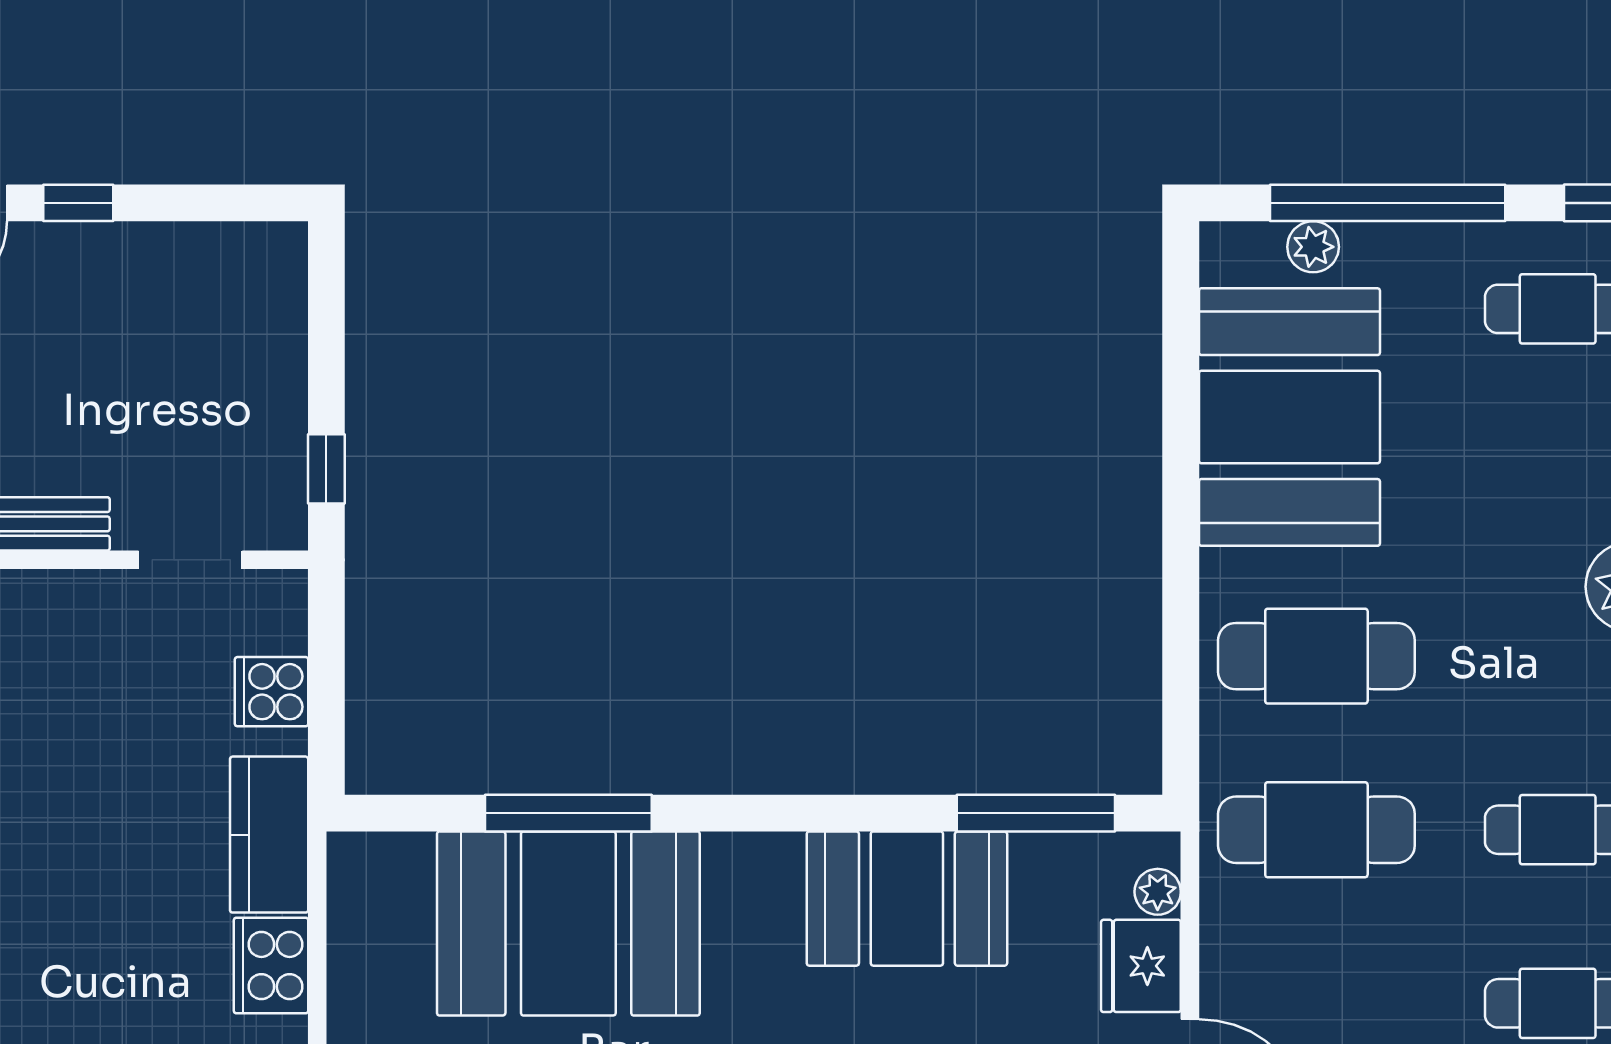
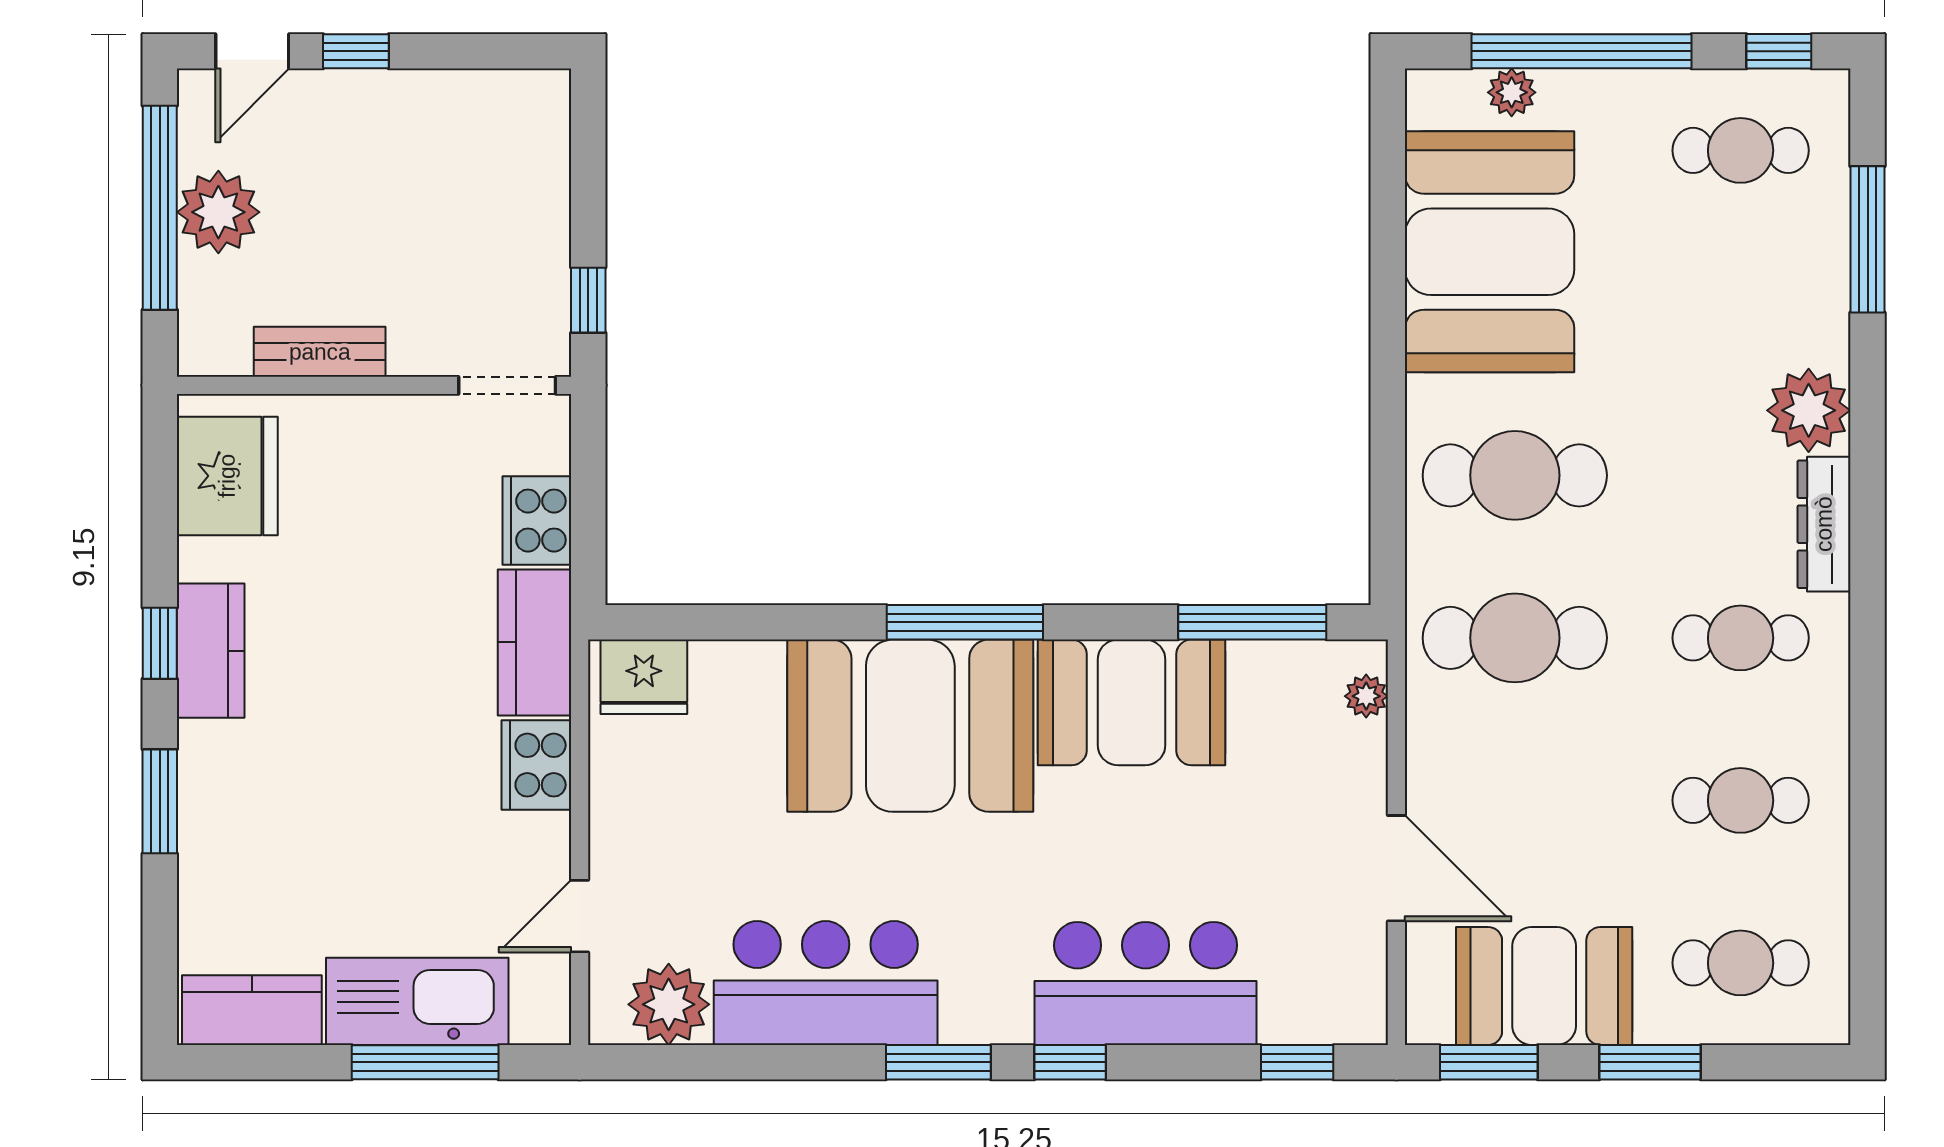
doorway: (190, 560) -> (507, 385), moved
cooker: (272, 692) -> (537, 521), width x1.36
window: (568, 813) -> (965, 622), moved
booth: (568, 924) -> (910, 726), moved
fridge: (1141, 966) -> (644, 677), moved, turned -90

